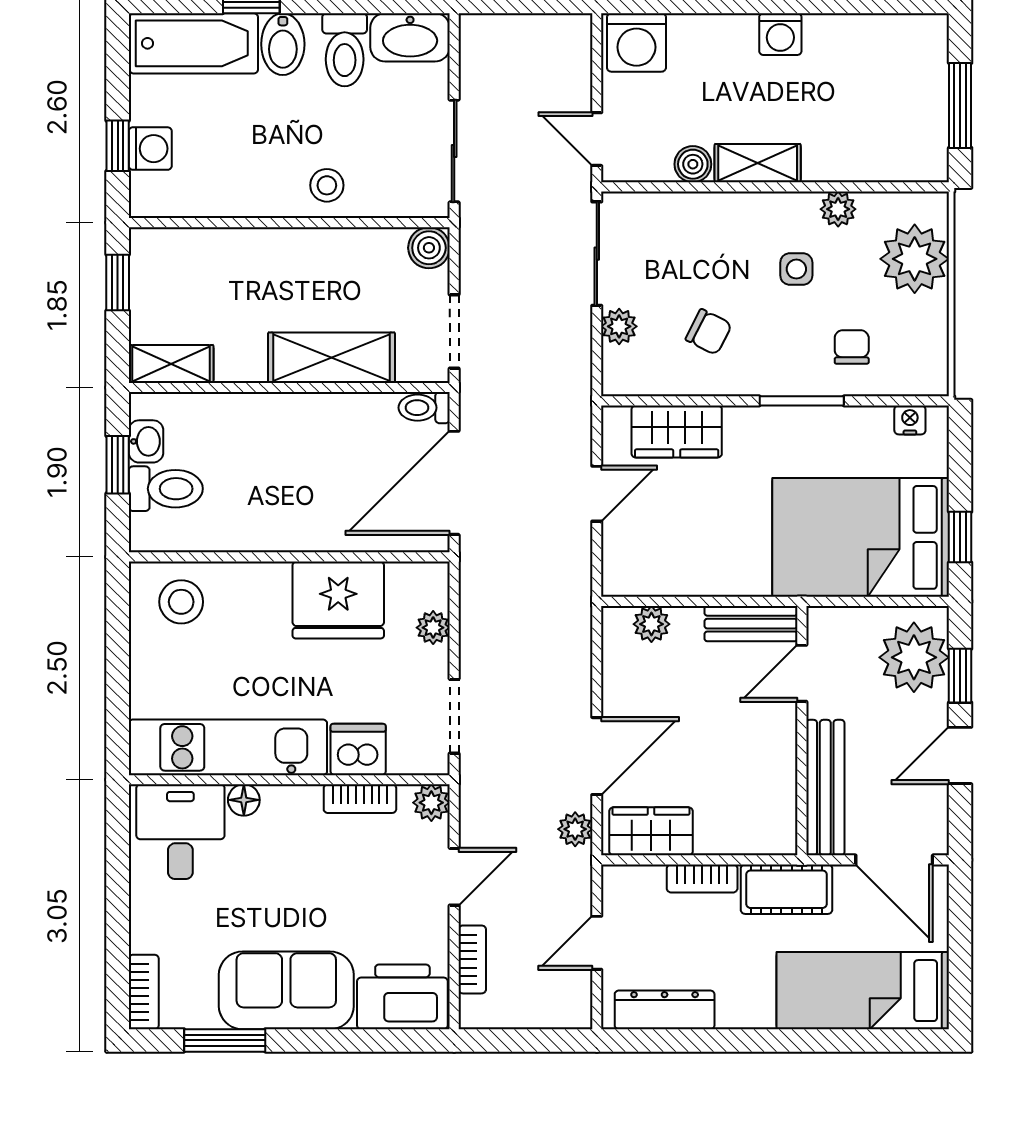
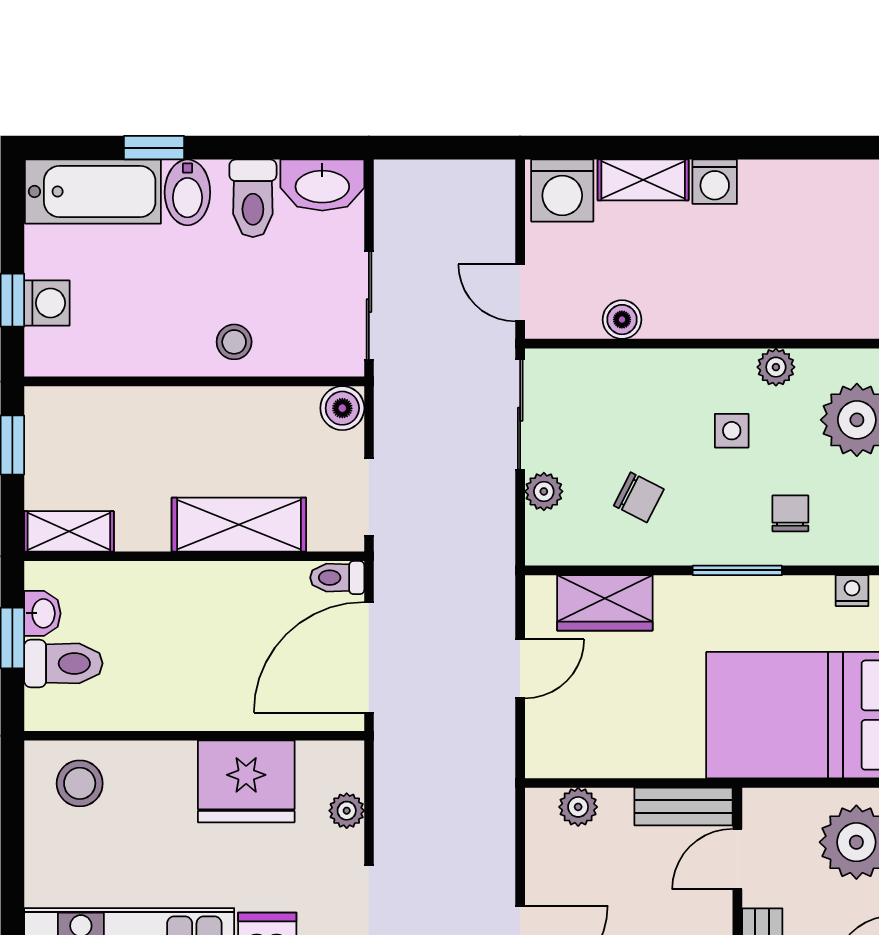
shelving: (758, 163) -> (643, 180), moved

